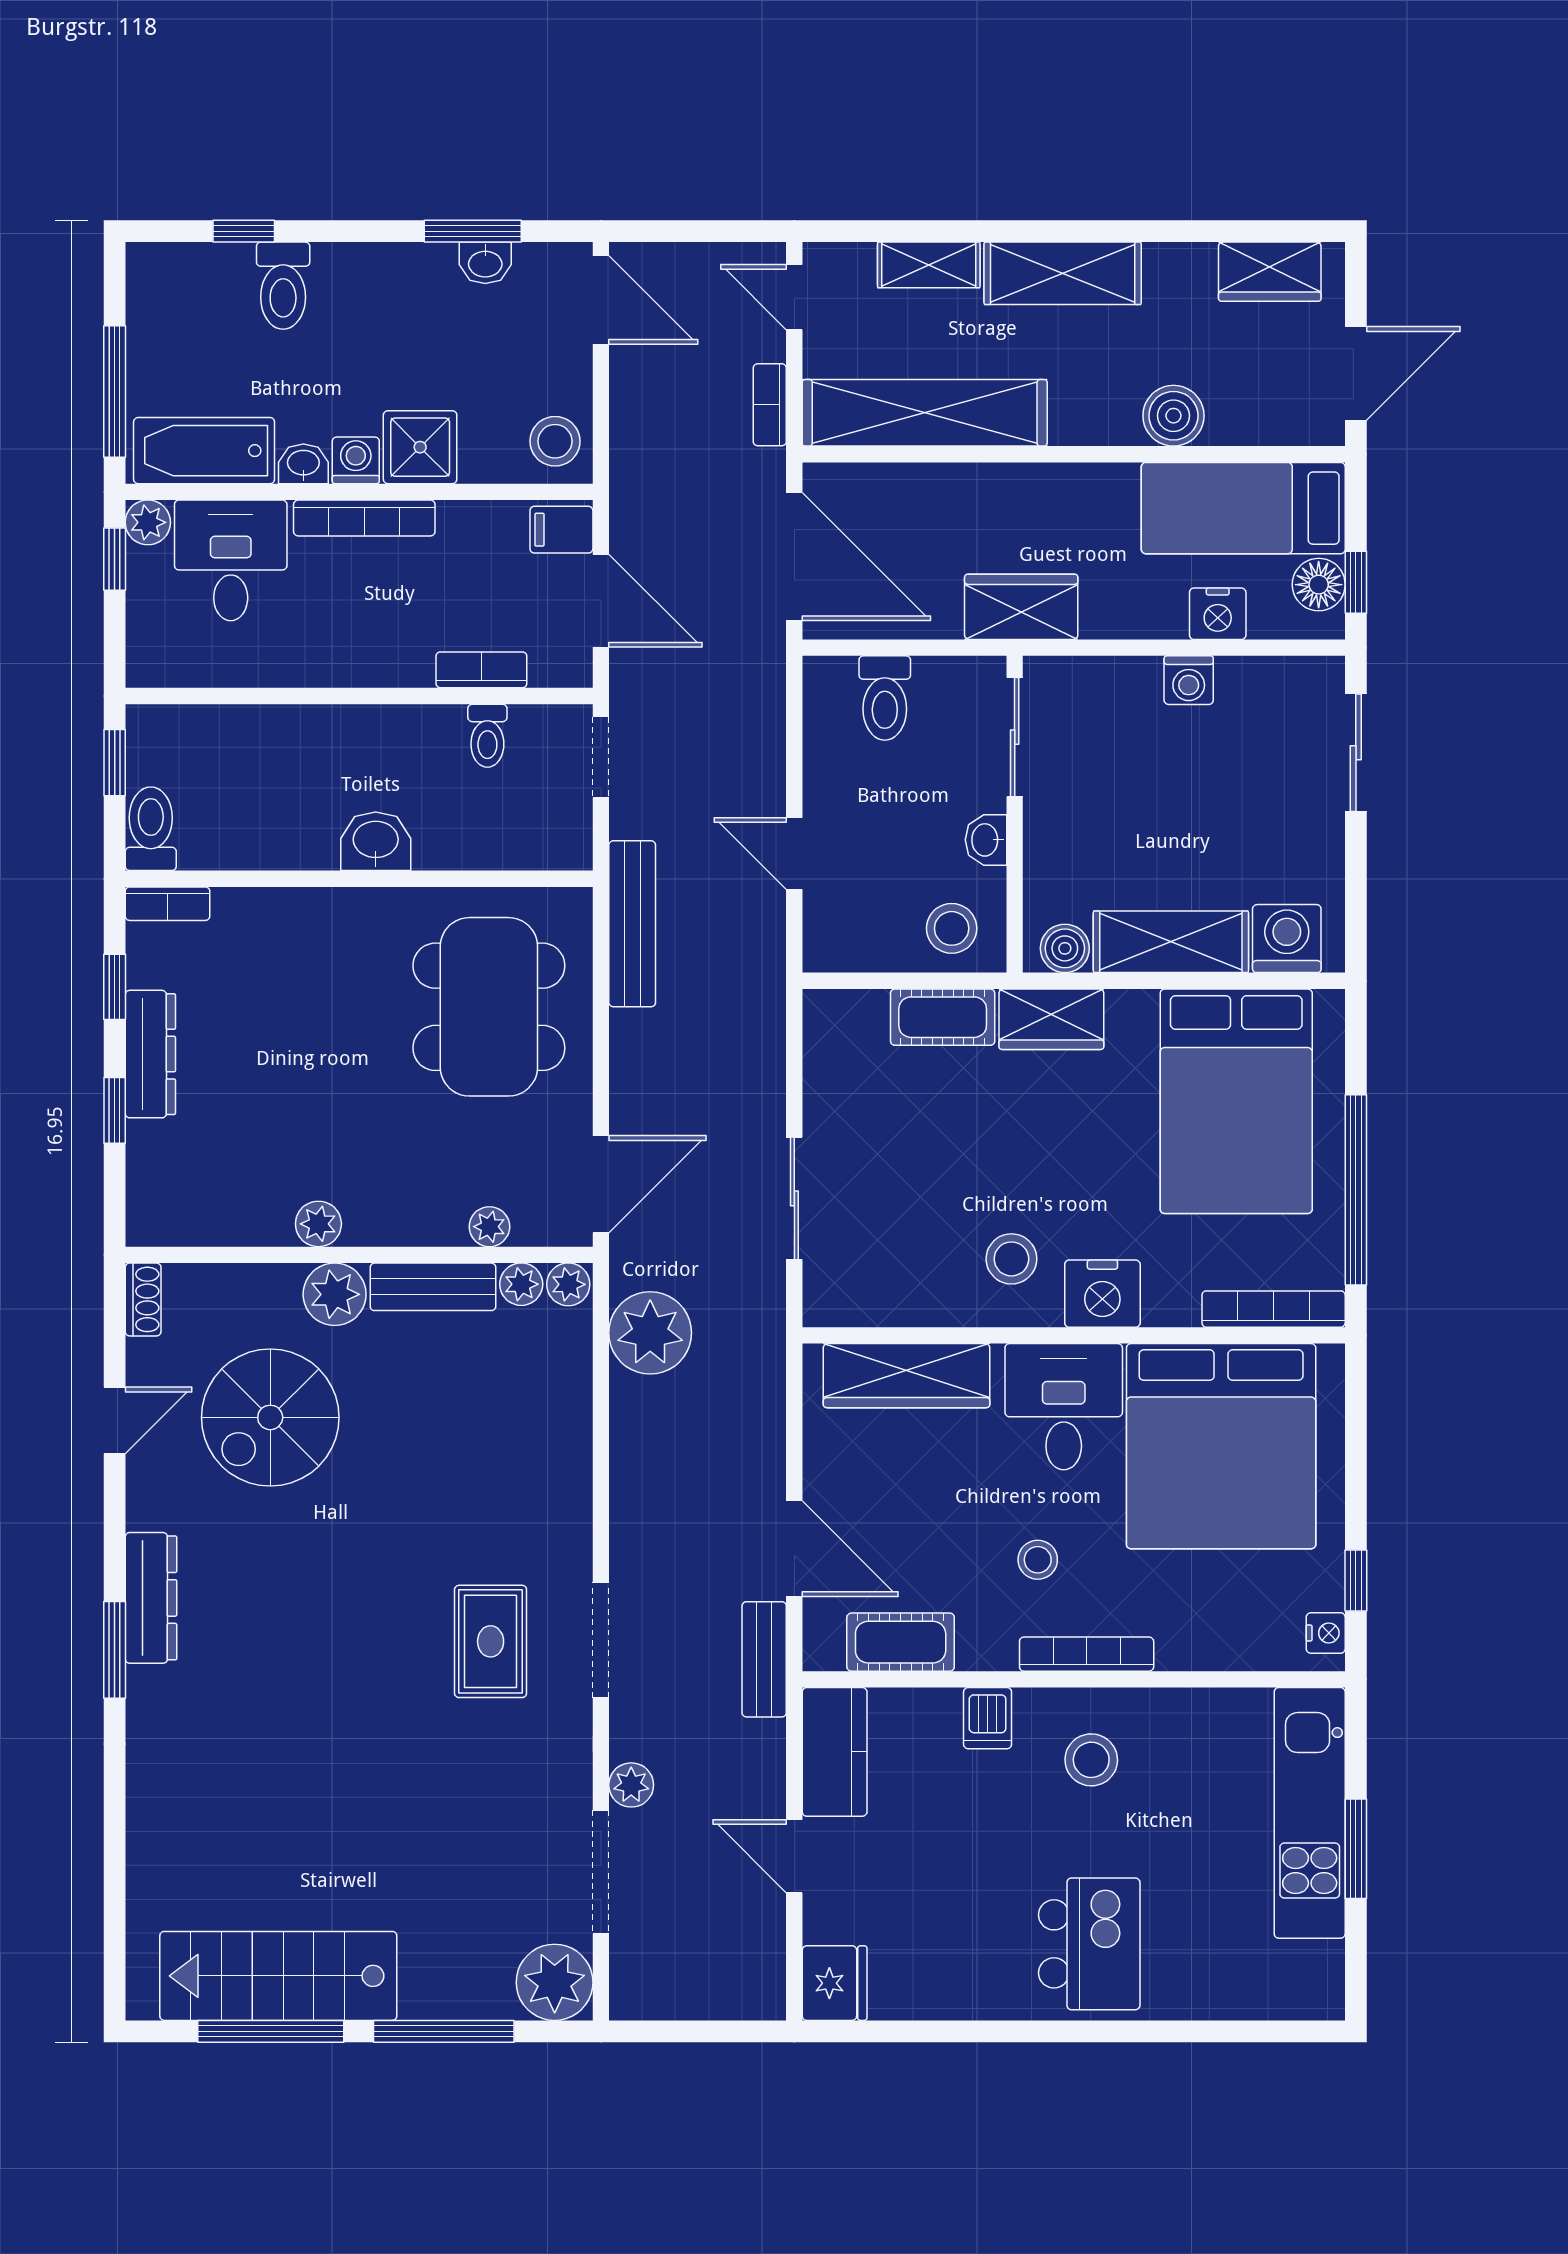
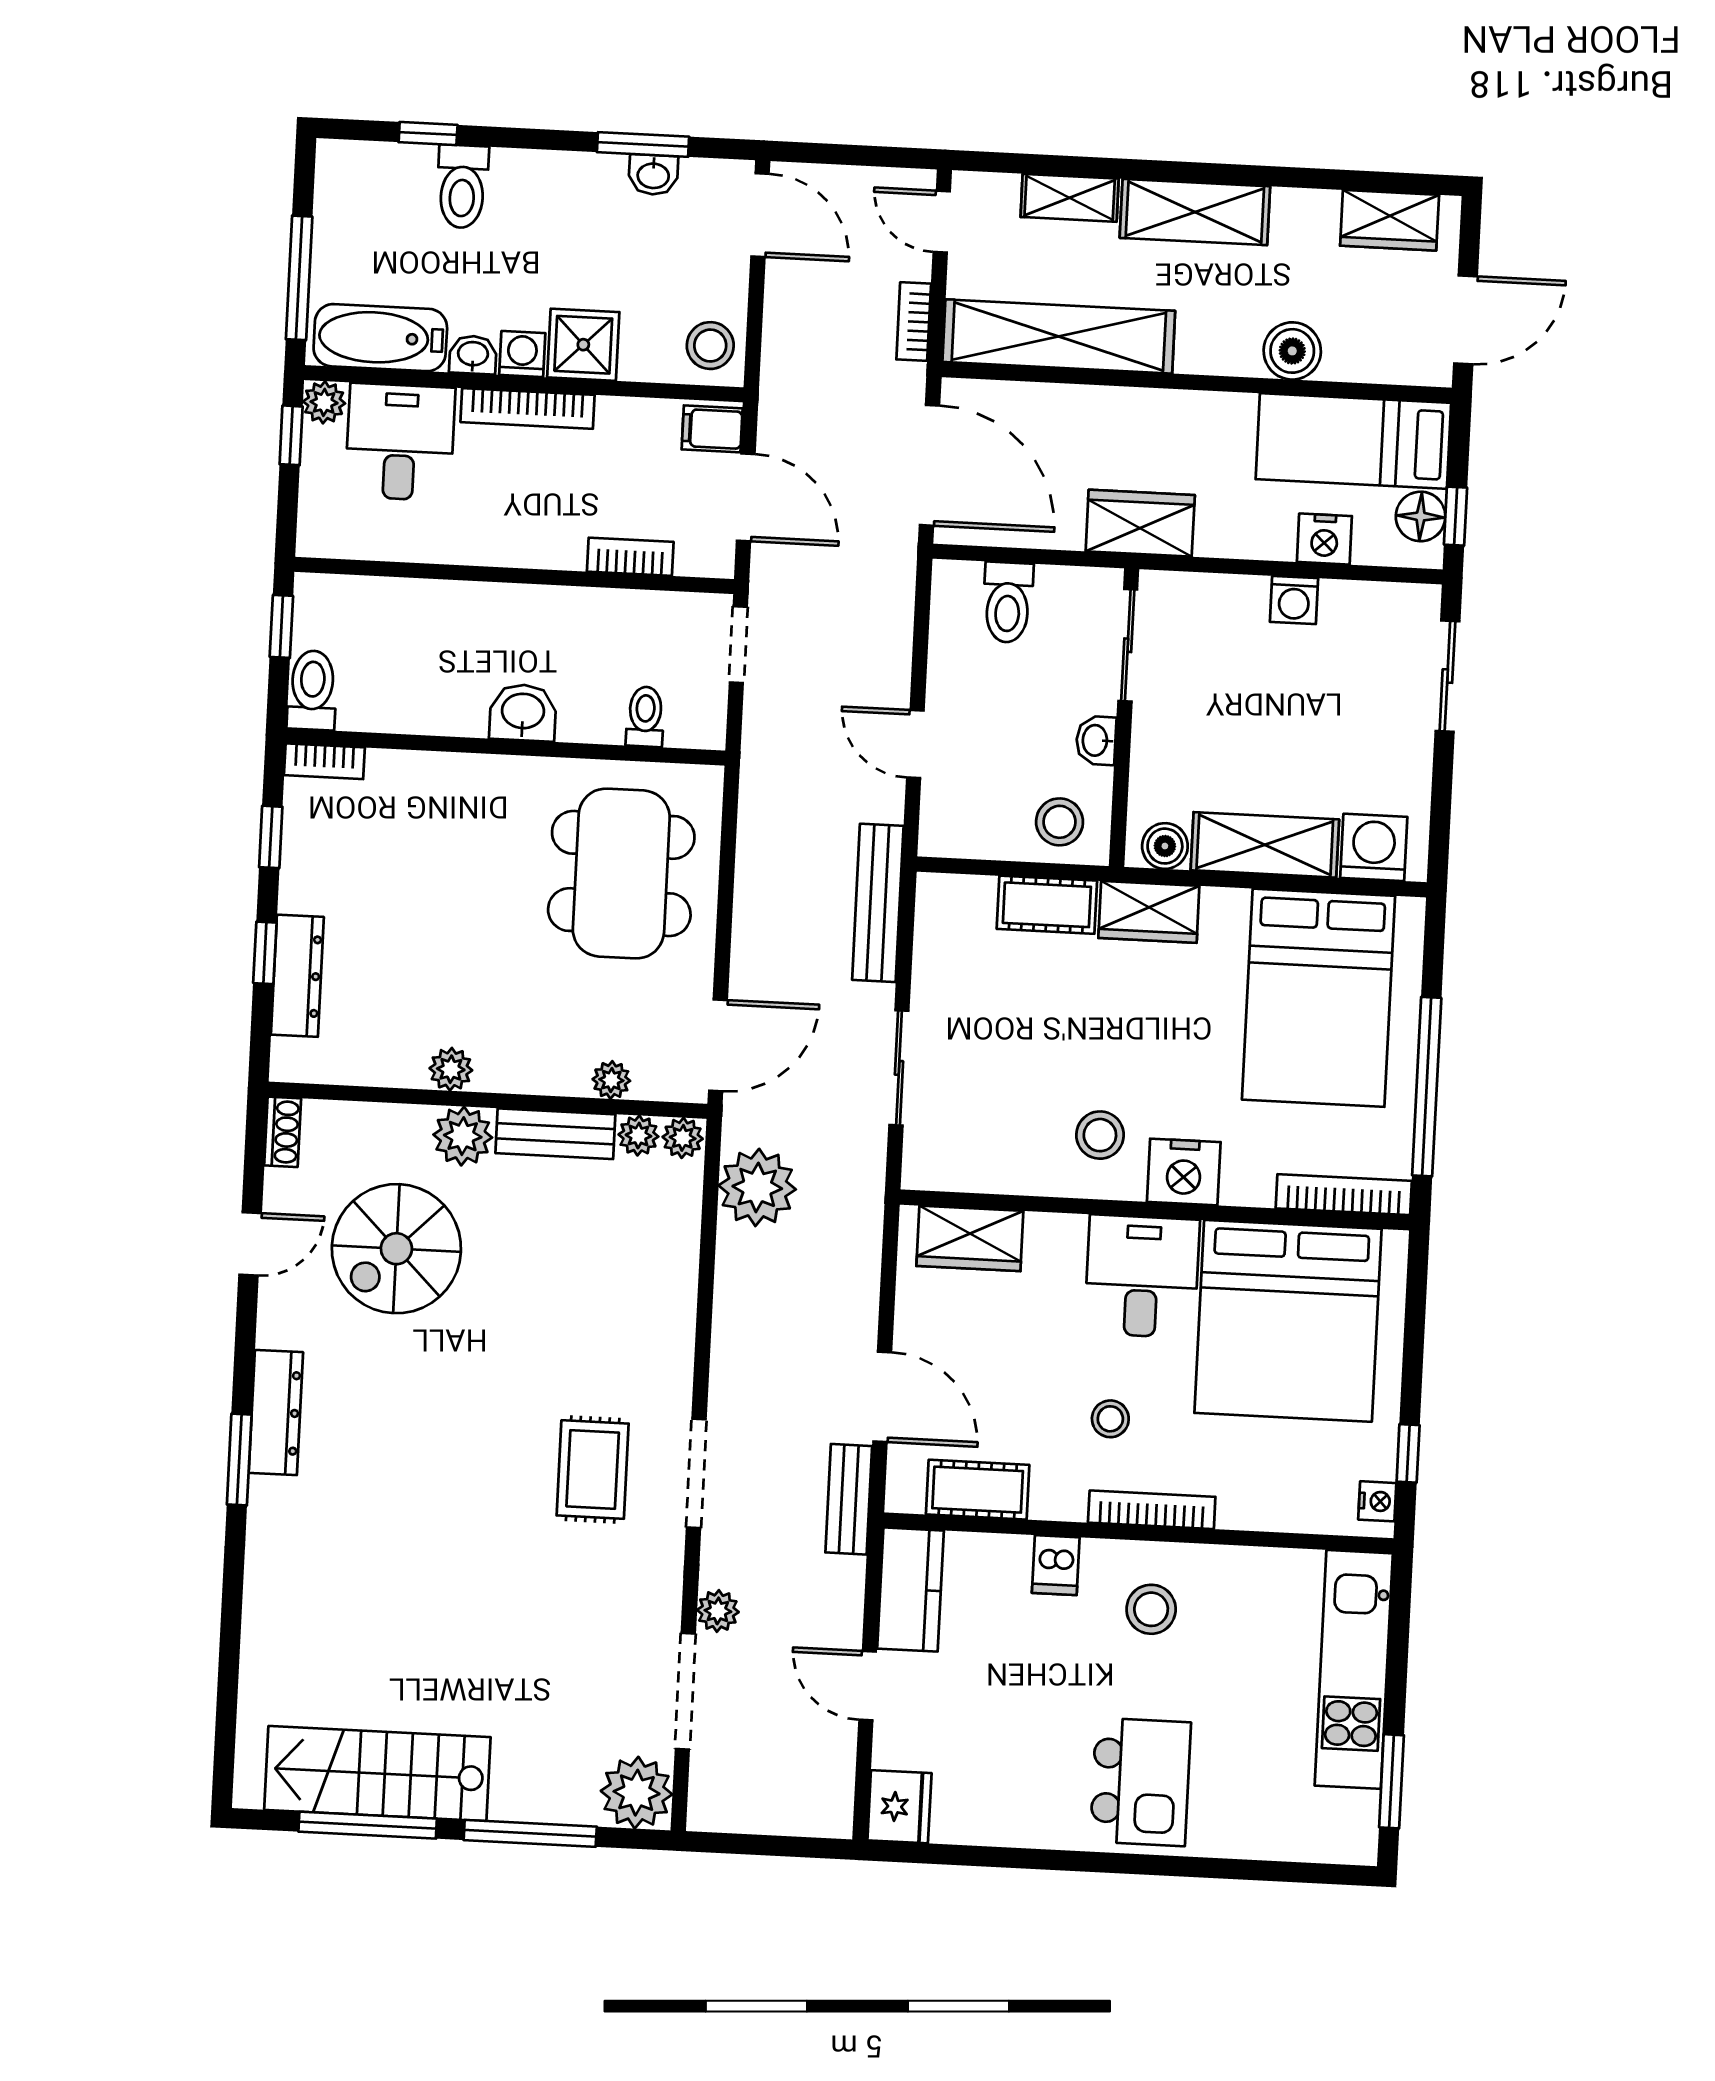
toilet: (487, 736) -> (645, 717), moved, turned 180
bench: (632, 924) -> (878, 903), moved
dresser: (150, 1054) -> (297, 976), moved
wardrobe: (907, 1376) -> (970, 1238), width x0.67
window: (1356, 1849) -> (1391, 1781), moved

